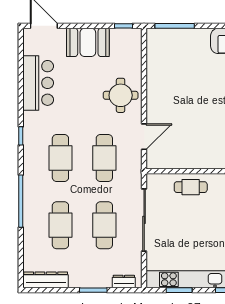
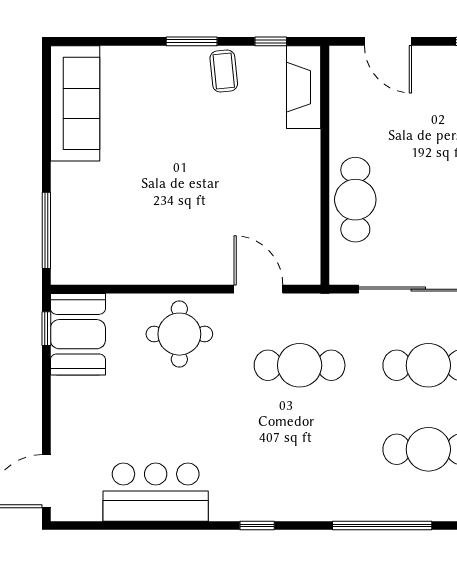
booth: (88, 42) -> (78, 334), moved
cafe table: (60, 158) -> (300, 449), removed
cafe table: (191, 187) -> (355, 200), width x1.37, depth x1.35

